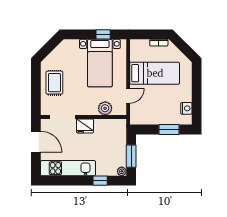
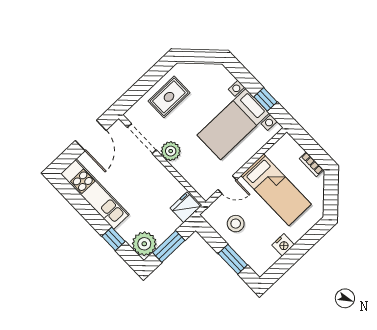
plant: (105, 108) -> (171, 151), moved
nightstand: (186, 108) -> (283, 245), moved
stool: (152, 111) -> (236, 224), added
fridge: (85, 126) -> (185, 207), moved, turned 90
plant: (122, 171) -> (144, 244), width x1.88, depth x1.88

